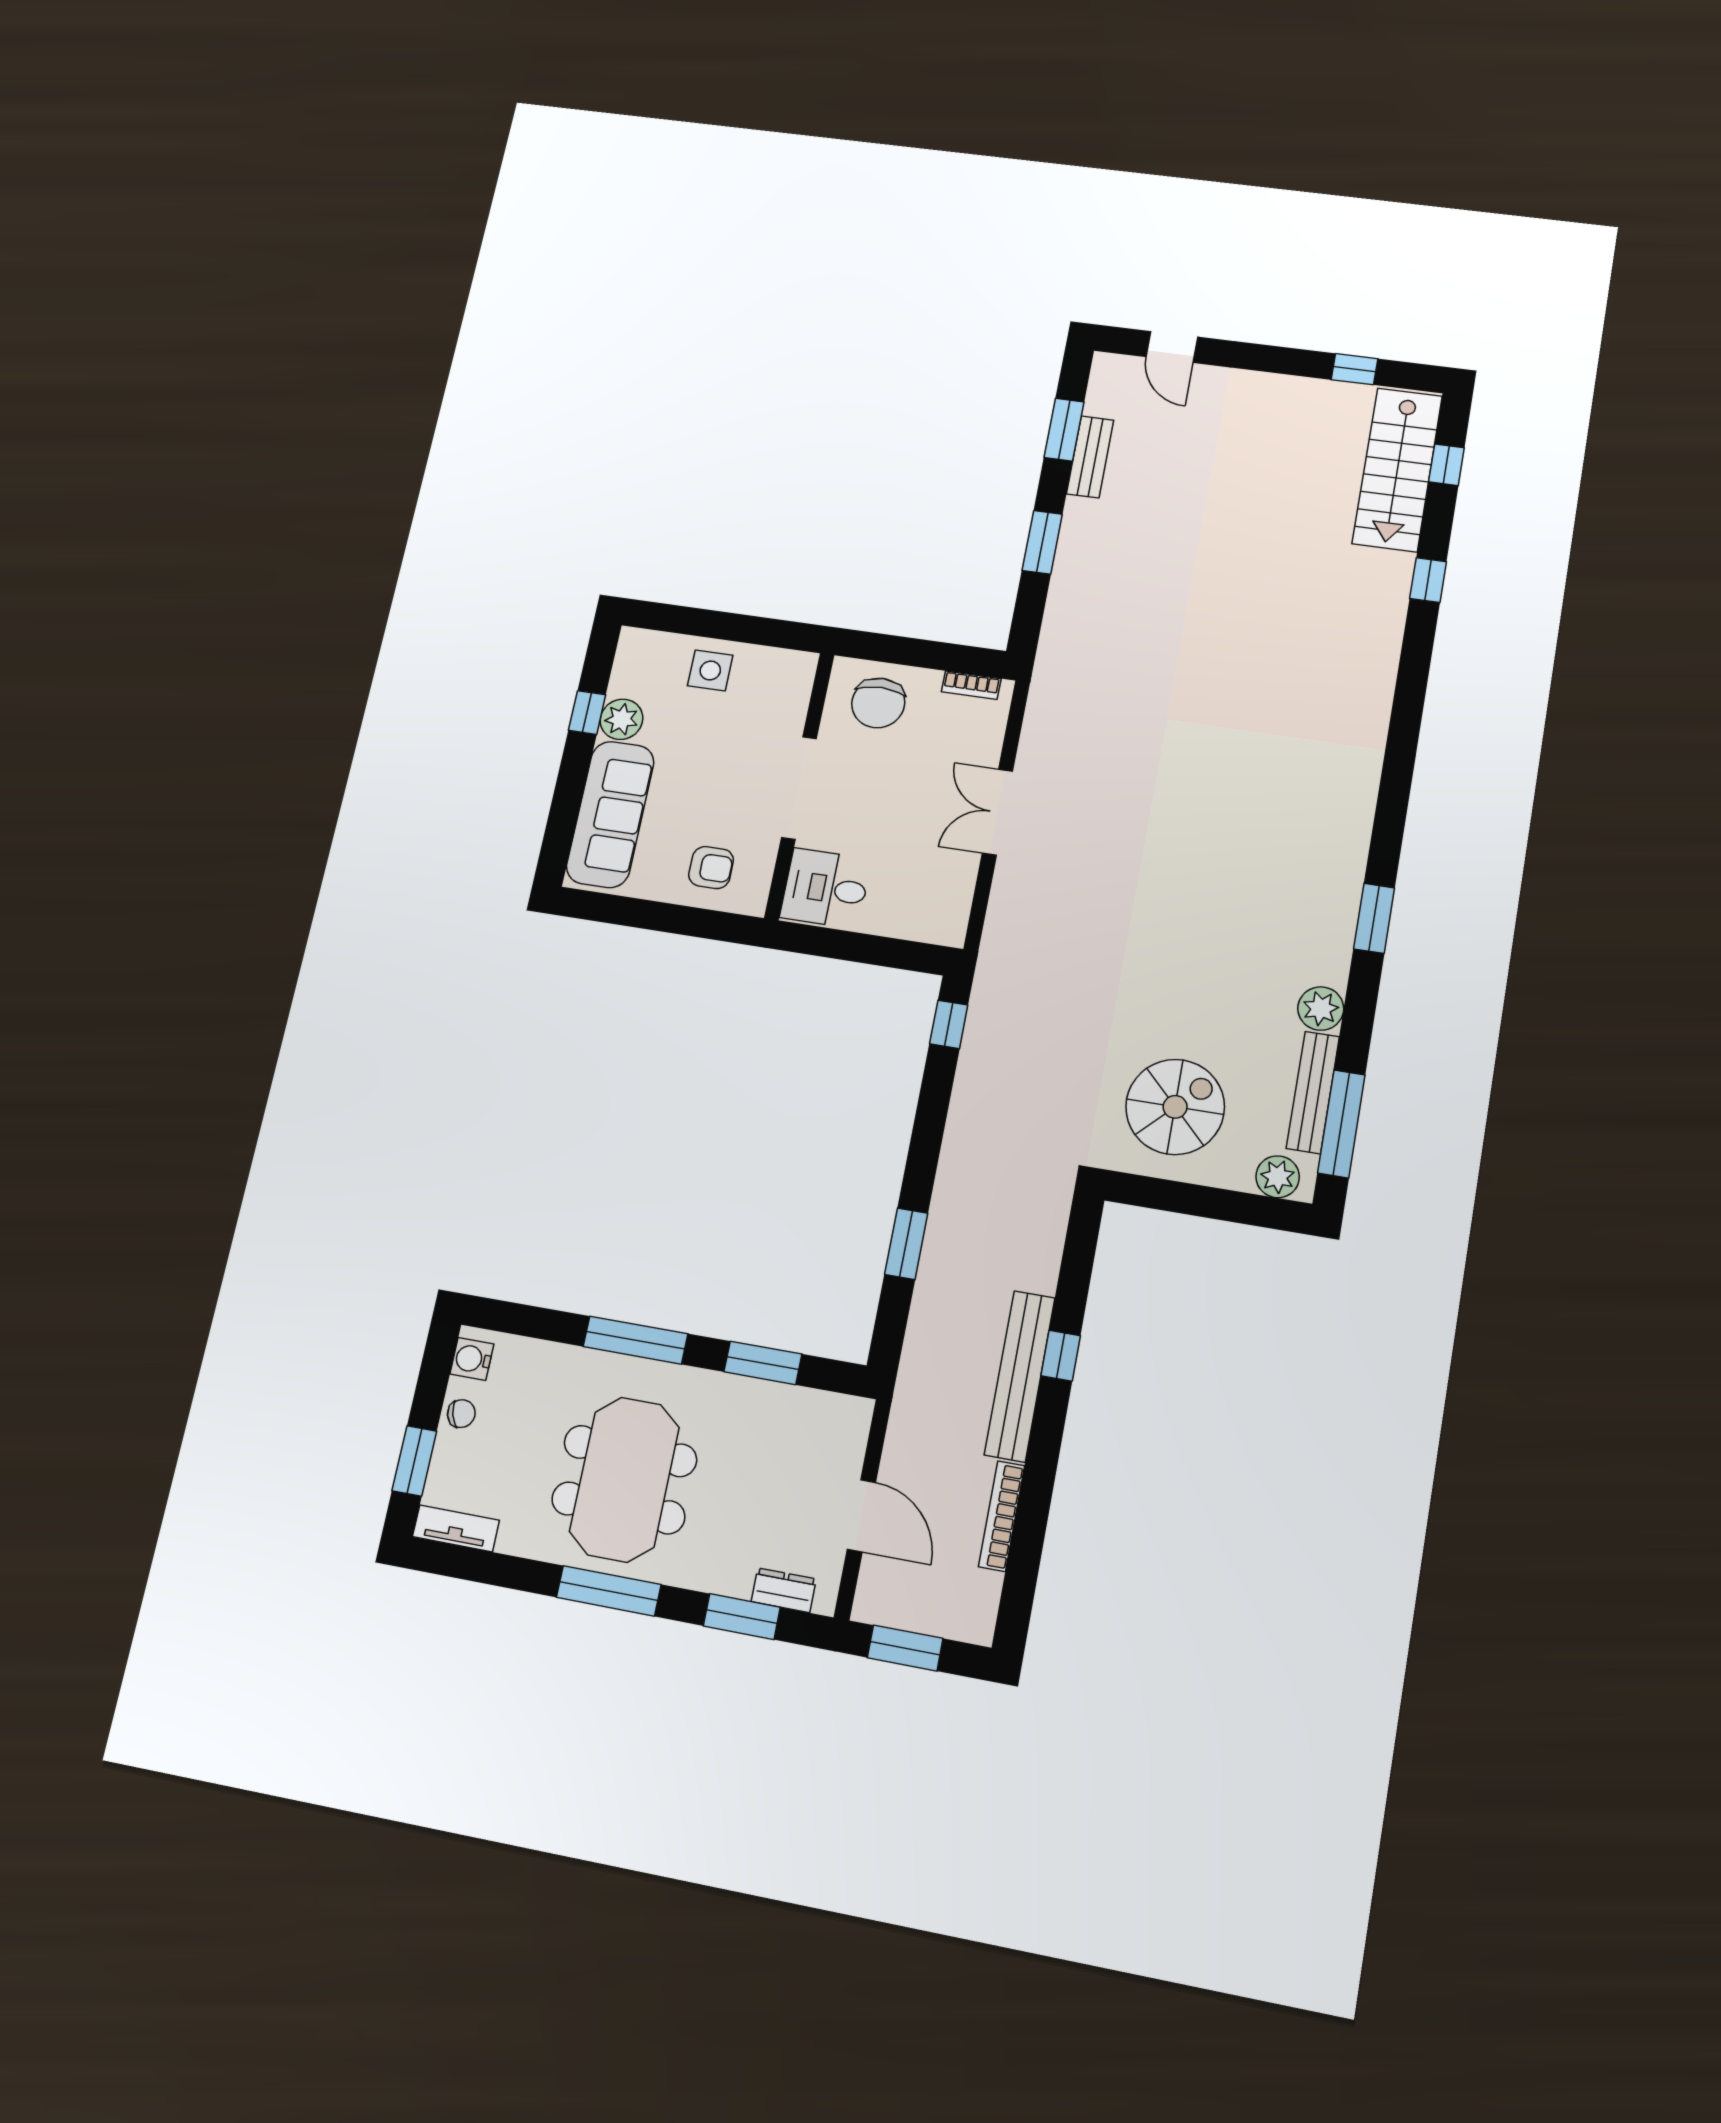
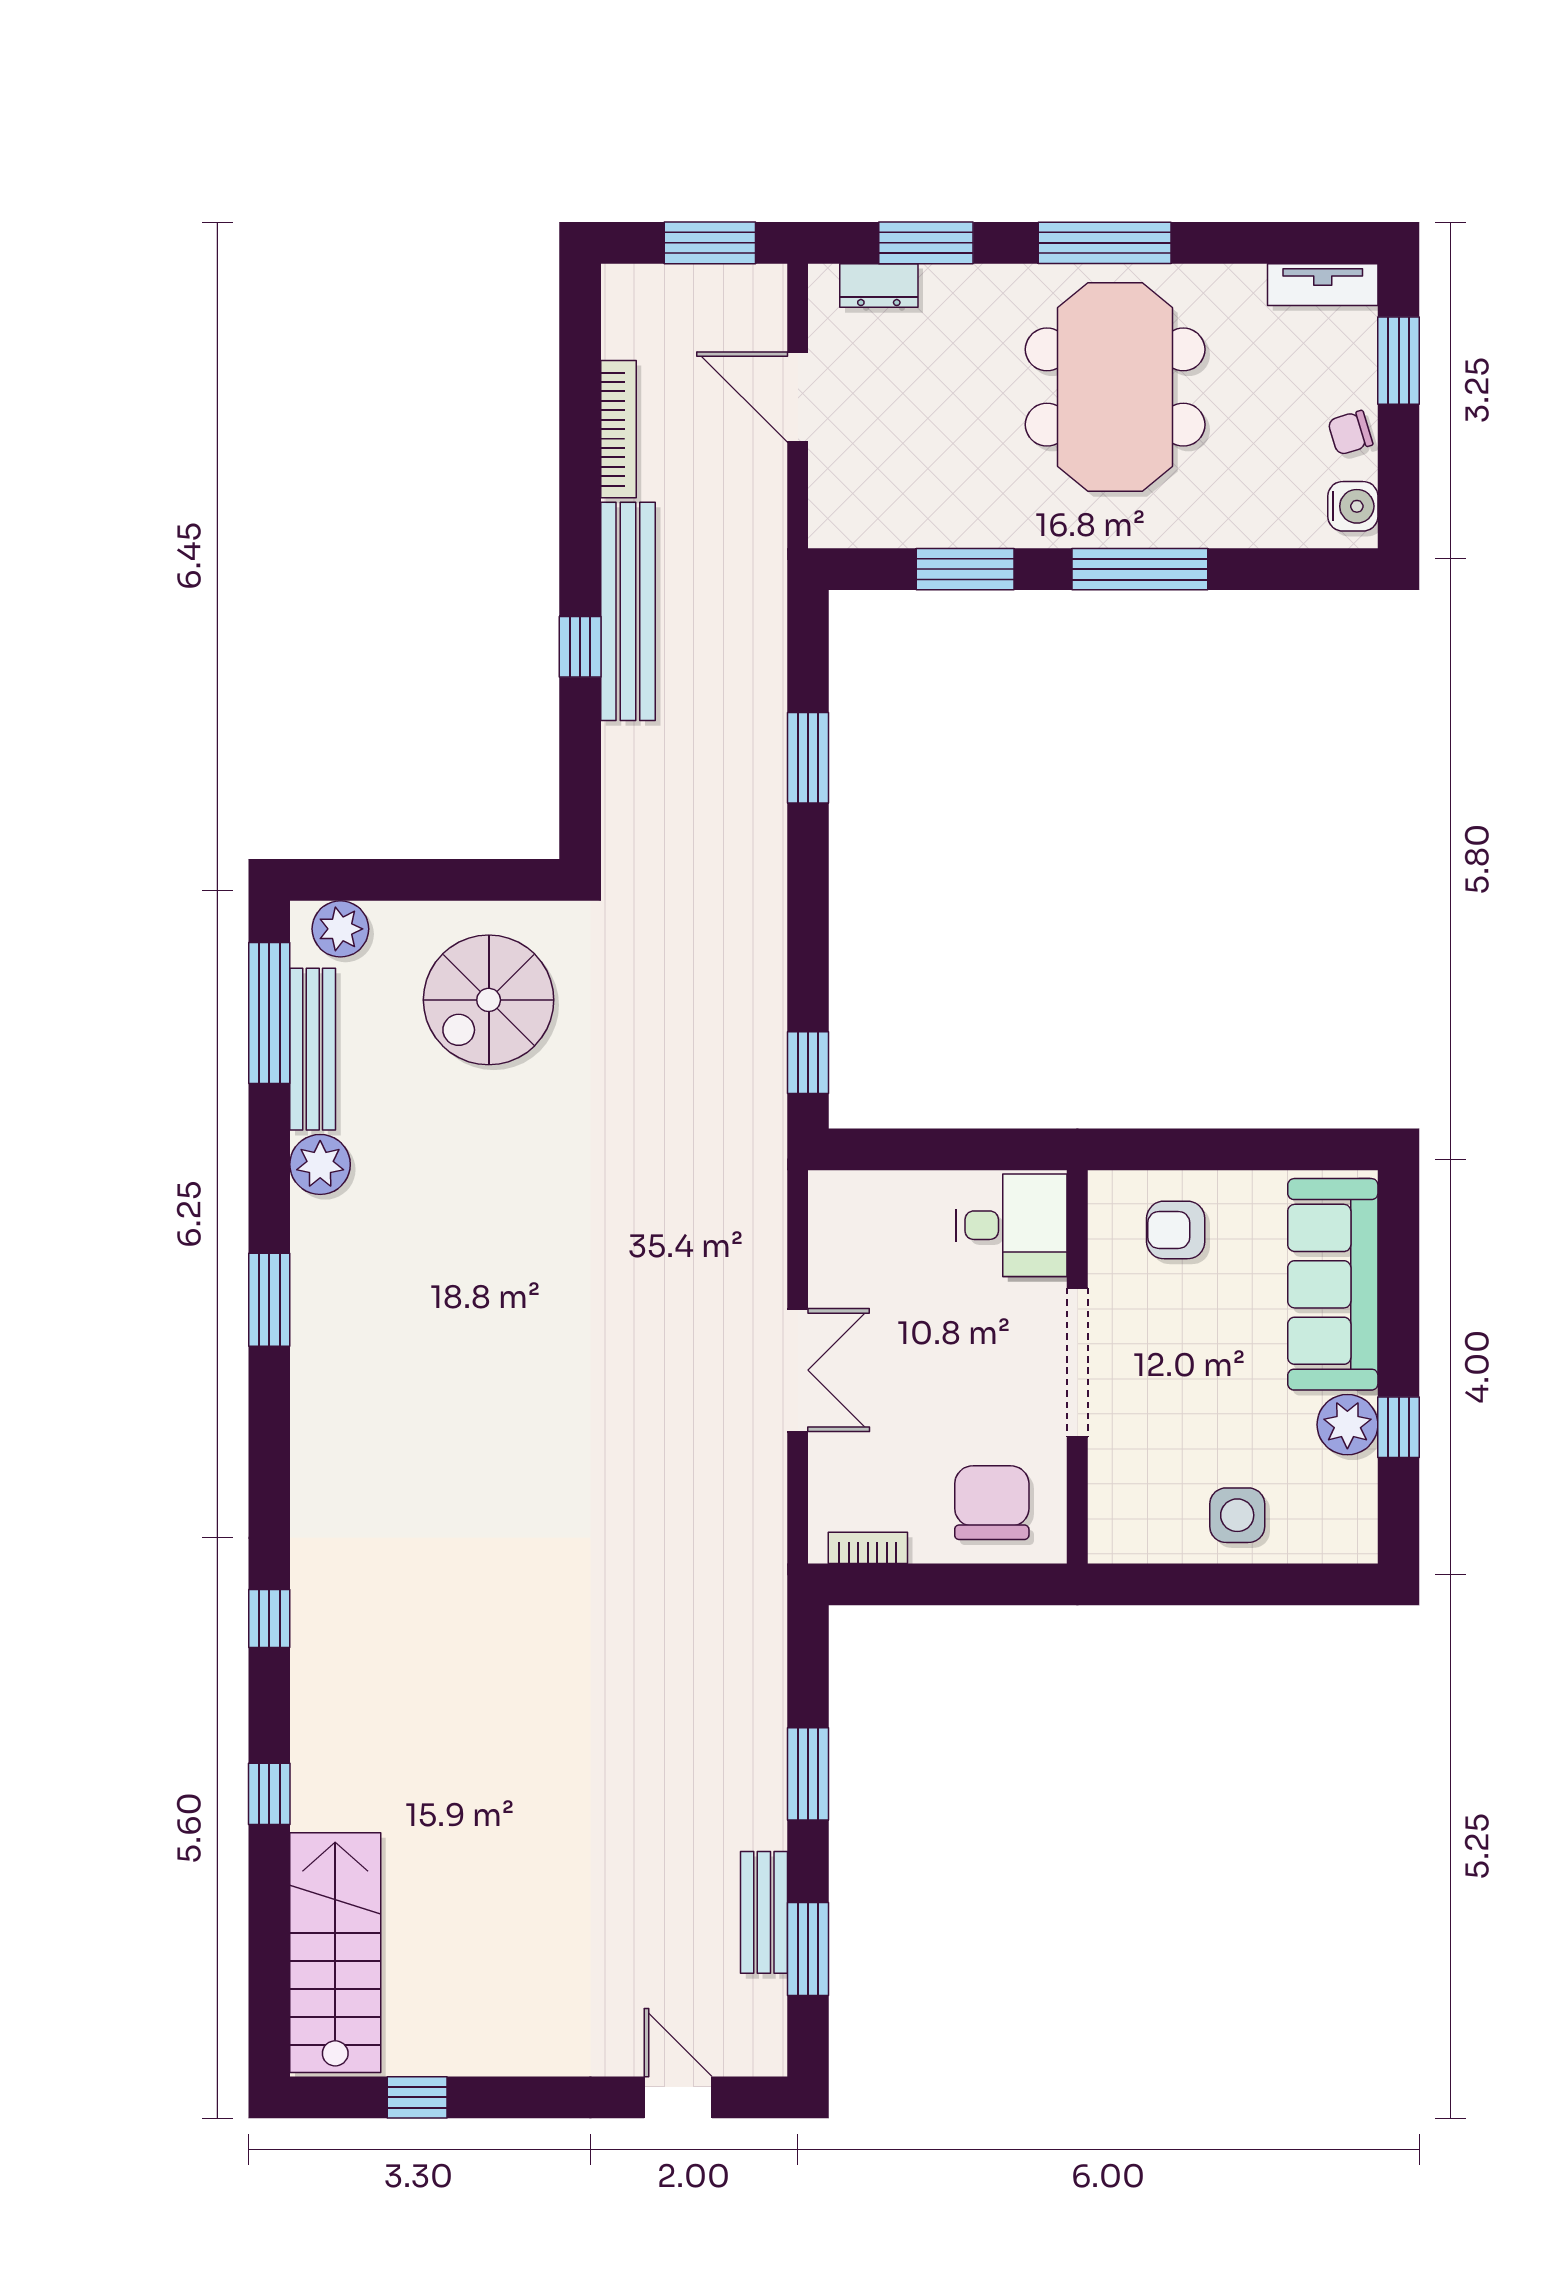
window: (1446, 465) -> (269, 1618), moved

